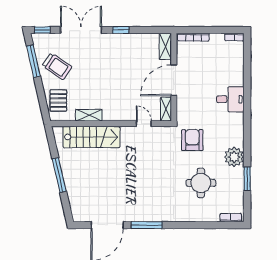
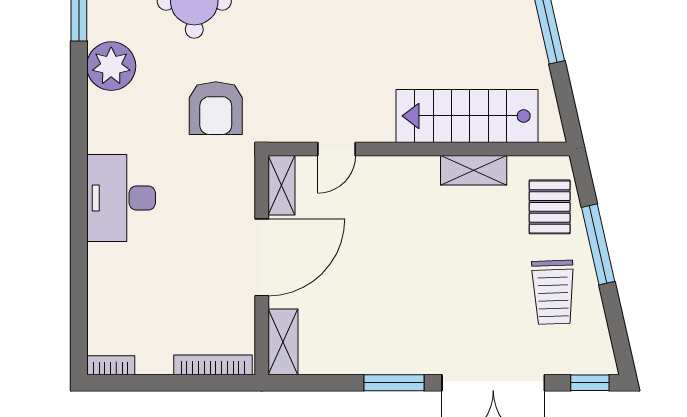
window: (121, 30) -> (394, 383), width x1.50
window: (33, 61) -> (598, 244), moved
trolley: (57, 66) -> (553, 292), turned -126
desk: (230, 99) -> (121, 198), width x1.37
door: (144, 124) -> (336, 149), hinge flipped

